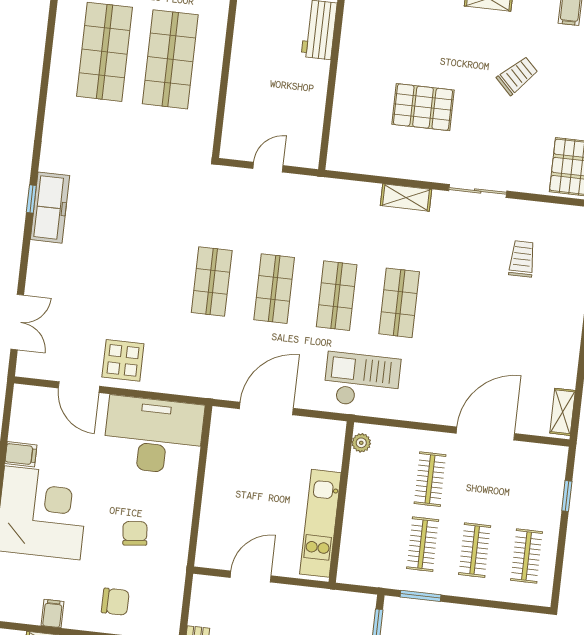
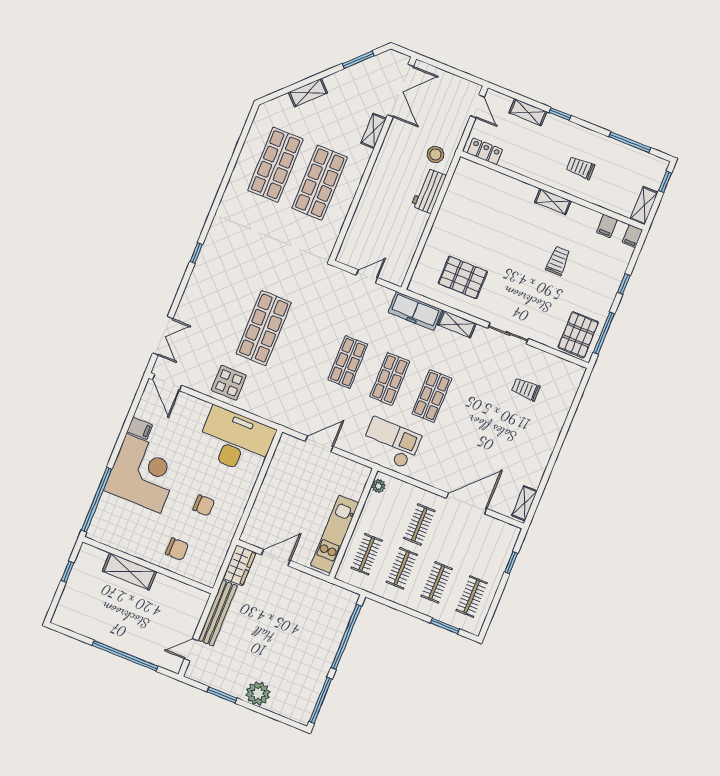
trolley: (517, 76) -> (558, 261), turned -45
pallet: (423, 107) -> (463, 277), moved
freezer: (50, 208) -> (415, 311), moved, turned 90
trolley: (522, 259) -> (526, 389), turned -90
shop shelf: (212, 281) -> (264, 328), moved, width x1.43, depth x1.36
door: (79, 387) -> (167, 382), moved
door: (266, 409) -> (319, 444), width x0.73
chair: (135, 533) -> (204, 505), turned 96
clothes rail: (371, 538) -> (367, 554), added
window: (421, 596) -> (445, 626), moved
wardrobe: (205, 600) -> (239, 565), added
filing cabinet: (53, 614) -> (131, 545), removed

